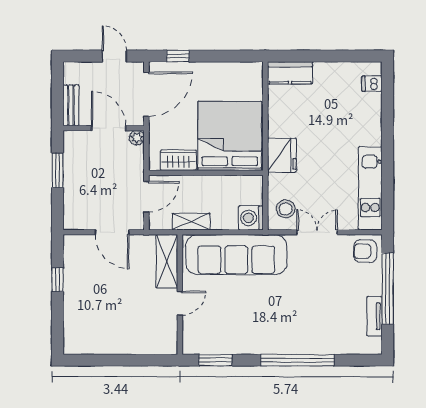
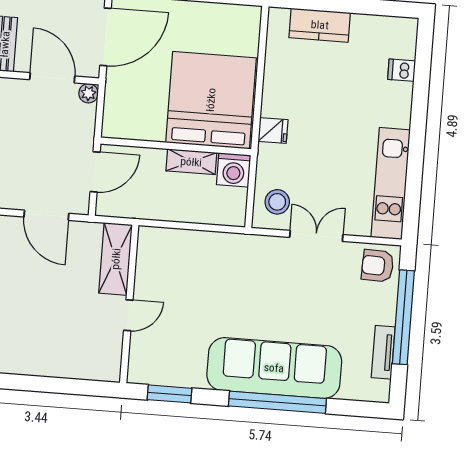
kitchen counter: (290, 73) -> (320, 25), moved
dishwasher: (372, 84) -> (402, 70), moved
fridge: (282, 155) -> (273, 131), width x0.53, depth x0.75
wardrobe: (179, 160) -> (141, 127), removed
washing machine: (251, 218) -> (234, 170), moved, turned -90
shelving: (191, 222) -> (191, 162), moved
sofa: (236, 255) -> (274, 368), moved, turned 180

